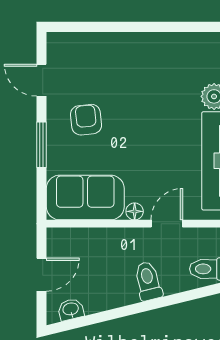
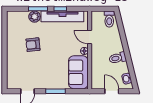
armchair: (86, 120) -> (33, 45), moved
toilet: (148, 281) -> (118, 58), moved

